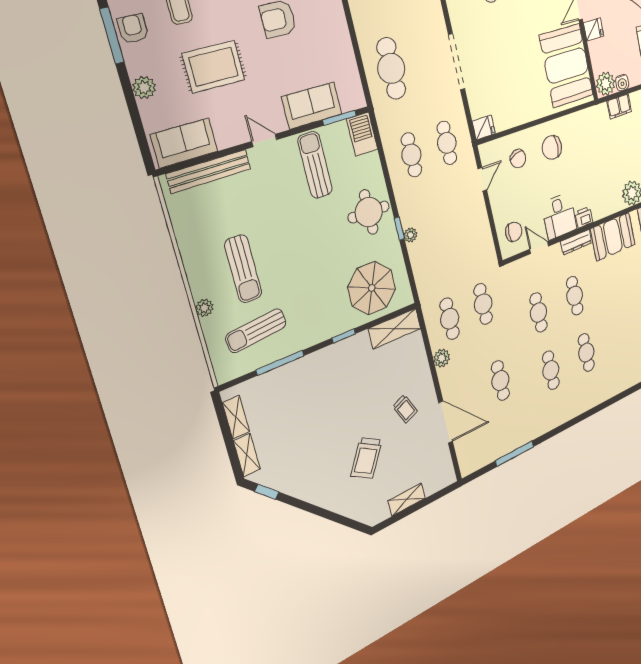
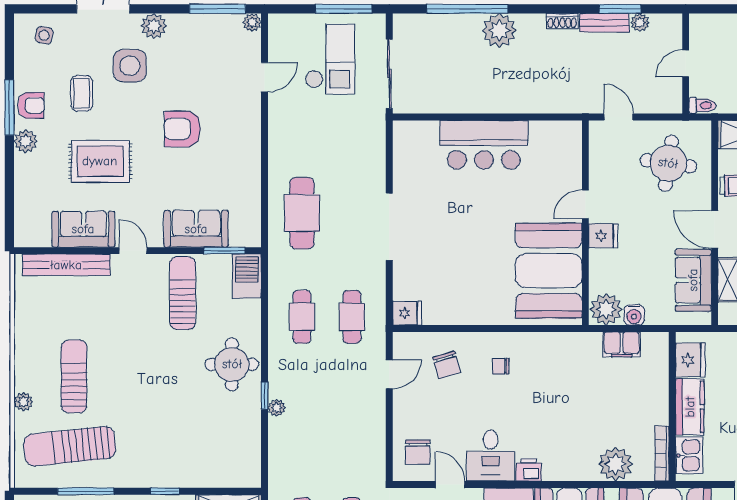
armchair: (133, 29) -> (31, 105), turned 90
plant: (144, 88) -> (26, 141), moved
sofa: (184, 143) -> (83, 229), moved
chair: (552, 148) -> (501, 366), width x0.54, depth x0.54
chair: (514, 232) -> (418, 452), turned 90
sun lounger: (243, 269) -> (74, 376), turned 180
parasol: (372, 288) -> (213, 451), removed
sun lounger: (256, 331) -> (70, 446), width x1.36, depth x1.34

